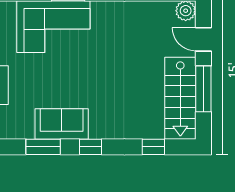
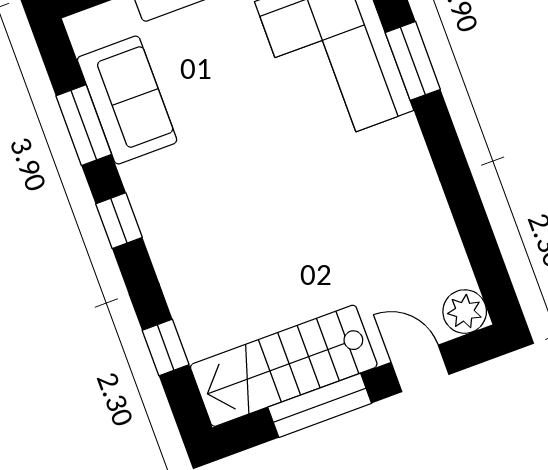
door: (203, 39) -> (420, 368), hinge flipped
sofa: (62, 124) -> (127, 100), moved

